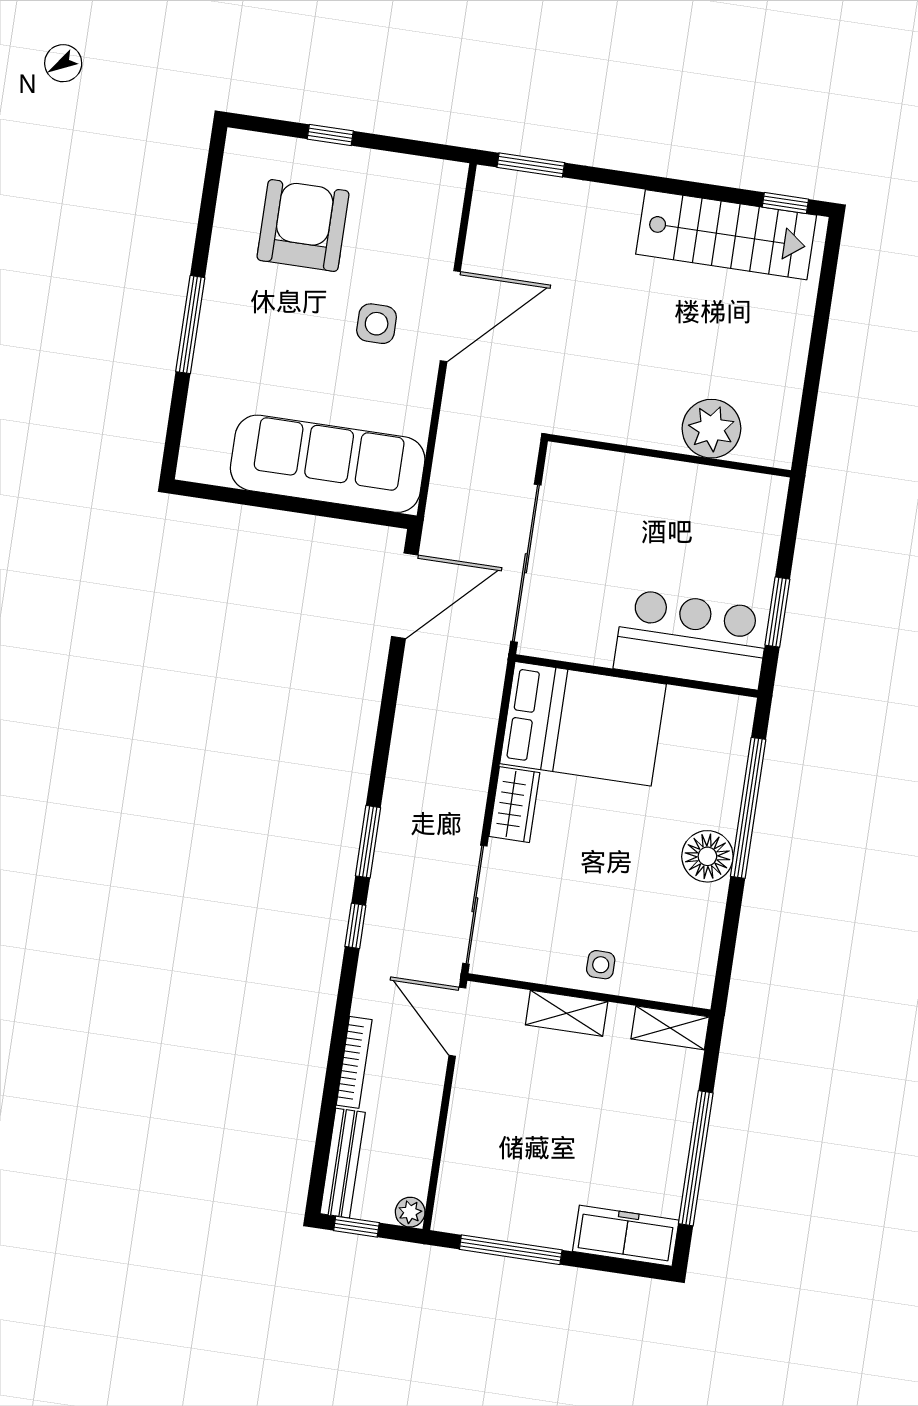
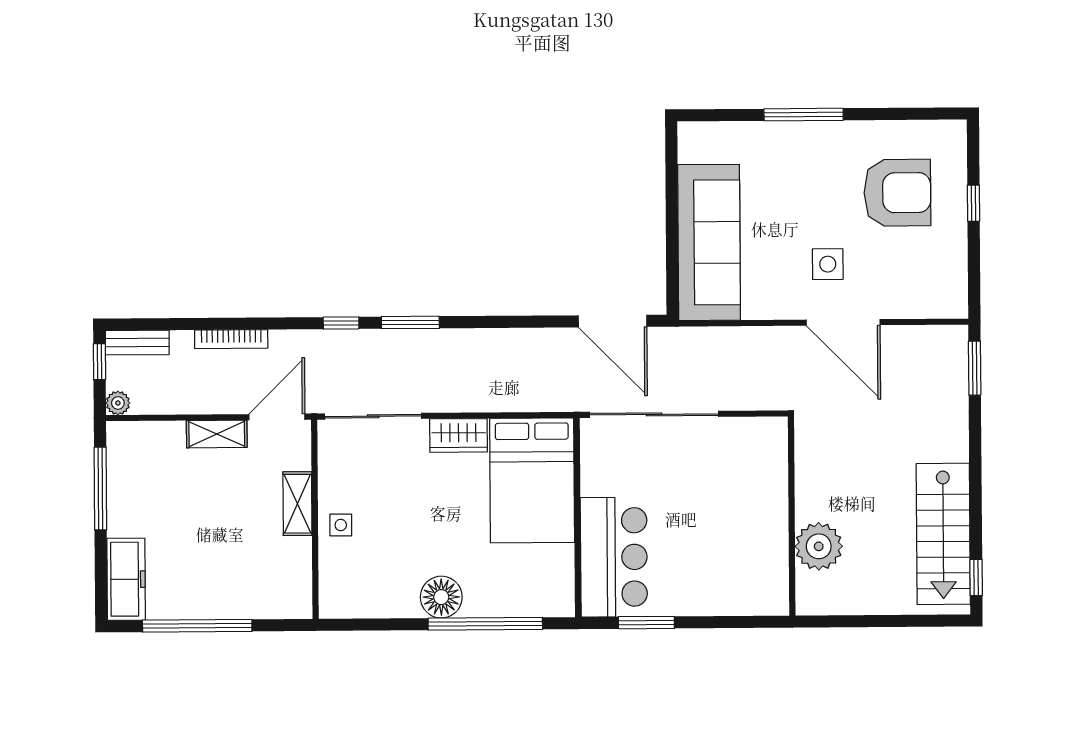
plant: (711, 429) -> (819, 546), moved
wall: (669, 456) -> (792, 516), moved
shelving: (670, 1028) -> (217, 434), moved, turned 90
bench: (343, 1163) -> (137, 343), width x0.73

